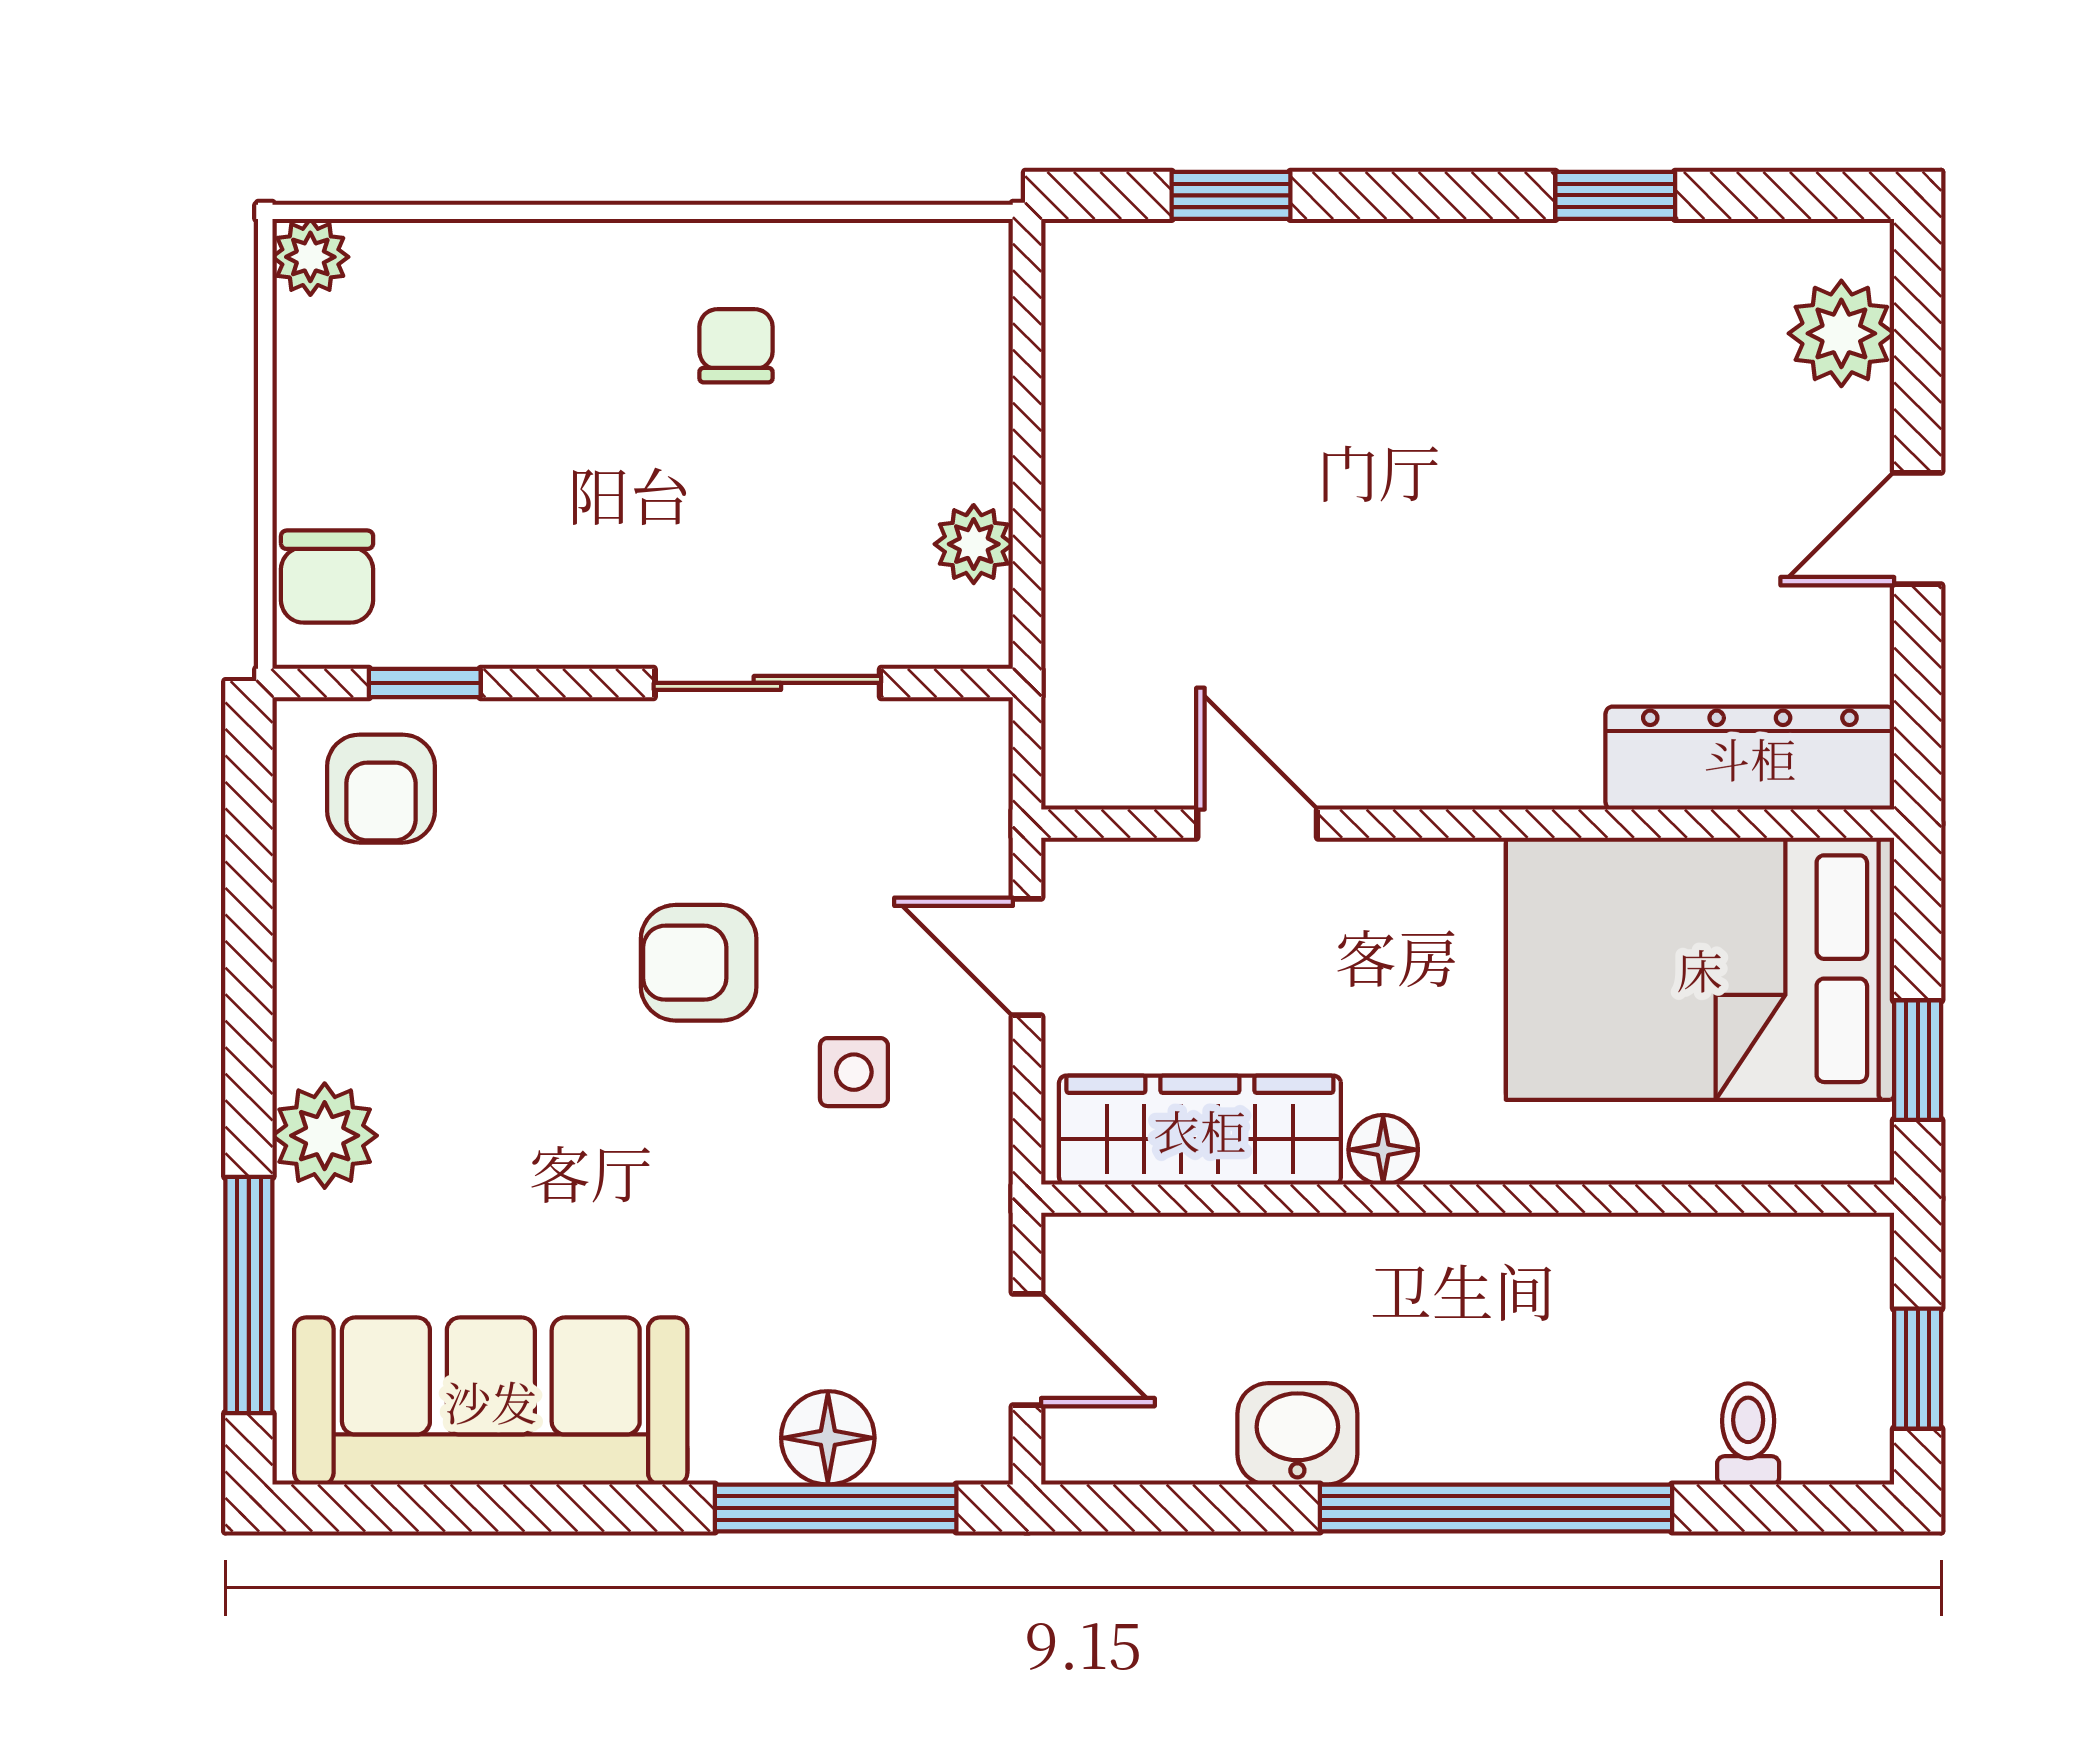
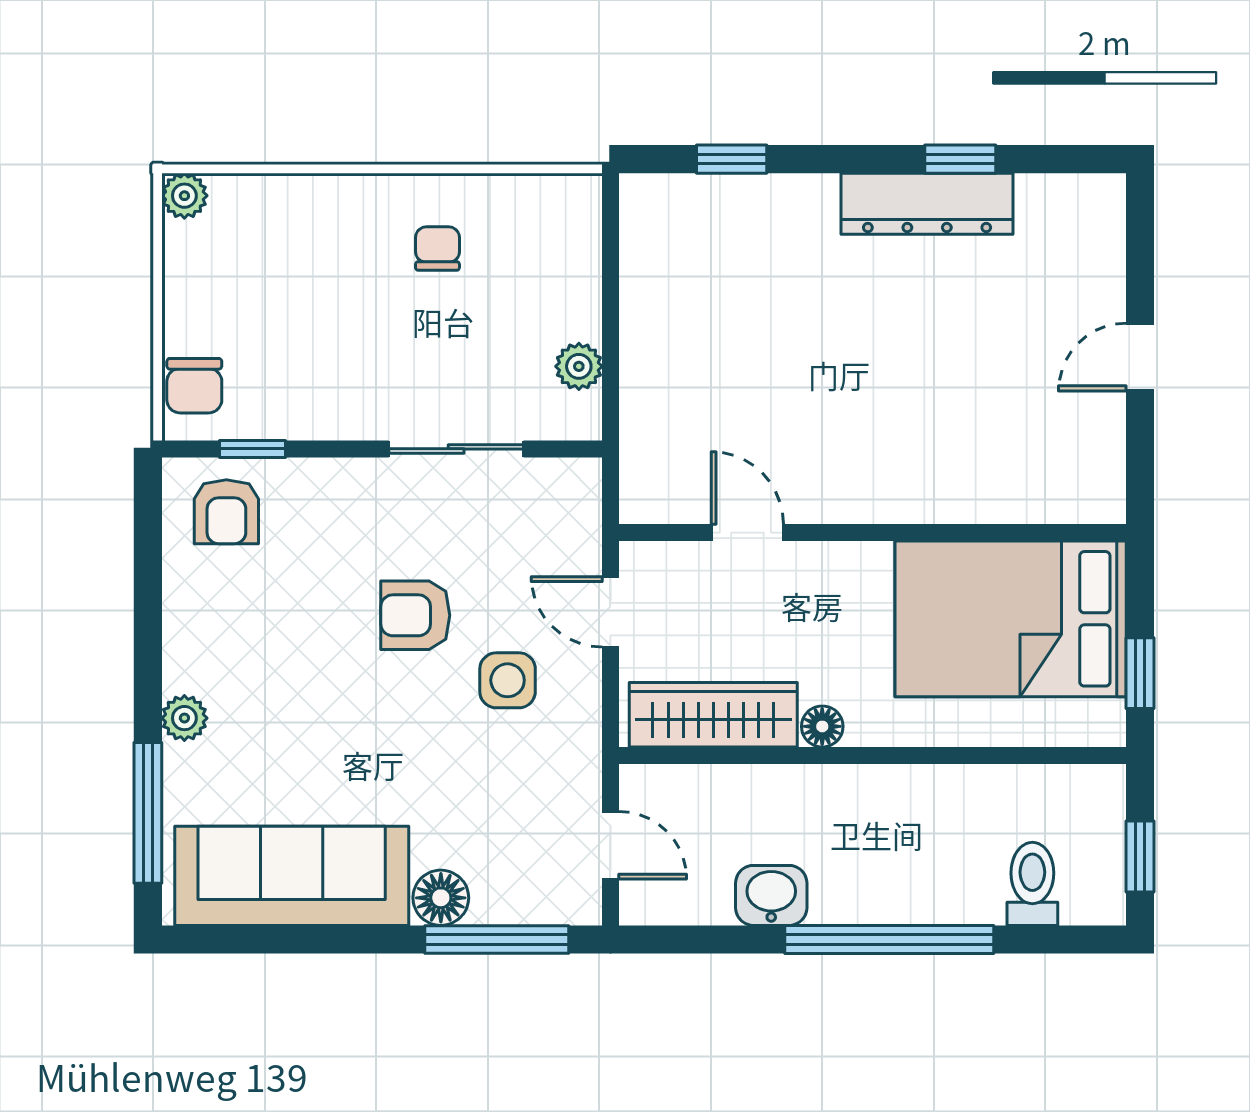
plant: (1841, 333) -> (1095, 241), removed
dresser: (1750, 758) -> (927, 204), moved, turned 180
side table: (854, 1072) -> (508, 680), width x1.37, depth x1.37
plant: (325, 1136) -> (184, 718), width x0.73, depth x0.73
toilet: (1748, 1434) -> (1032, 884), width x1.37, depth x1.39
floor lamp: (828, 1438) -> (441, 898), moved

